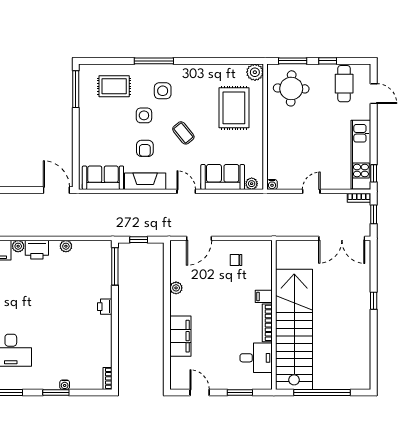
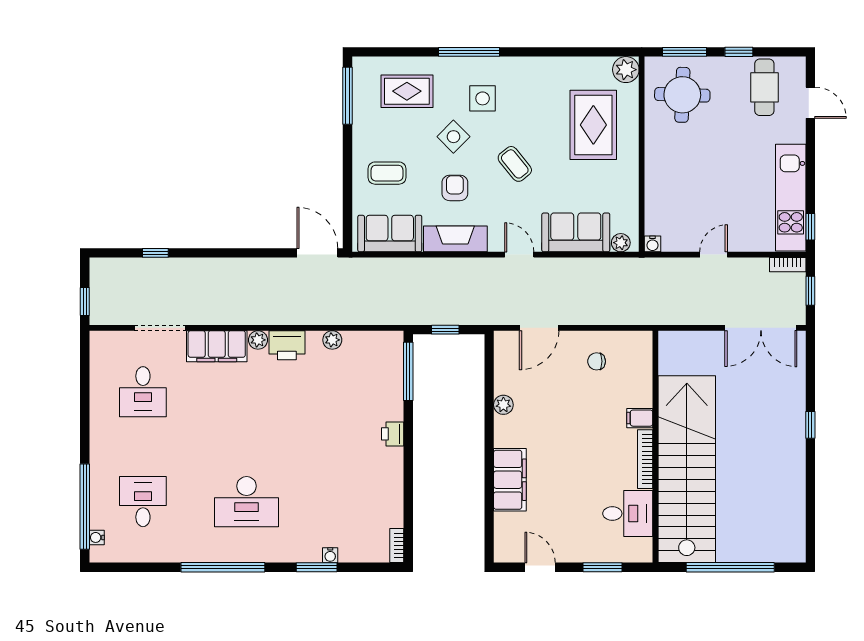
side table: (144, 115) -> (453, 137), turned 45
coffee table: (101, 139) -> (387, 173), added
armchair: (145, 148) -> (455, 188), turned 180

